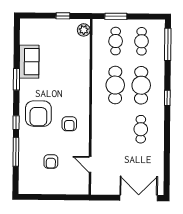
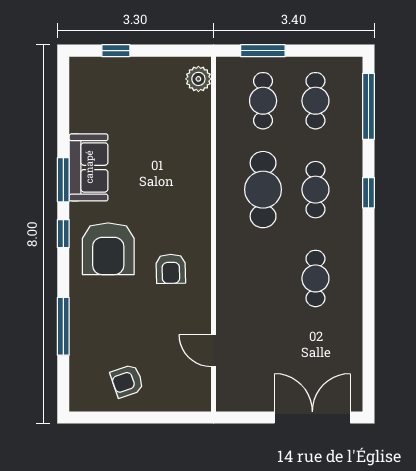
window: (63, 16) -> (116, 51), moved
sofa: (29, 62) -> (89, 167), moved
cafe table: (141, 85) -> (315, 190), width x0.73, depth x0.74
window: (167, 98) -> (369, 193), moved
window: (16, 123) -> (63, 234), moved
armchair: (51, 162) -> (127, 381), moved, turned 71

